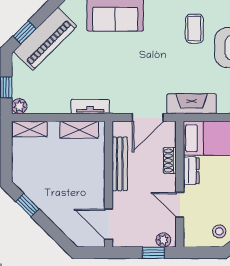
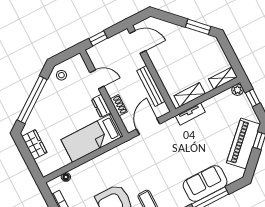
fireplace: (192, 104) -> (124, 151), removed
window: (27, 205) -> (198, 27), width x1.50
plant: (163, 240) -> (96, 50), removed

